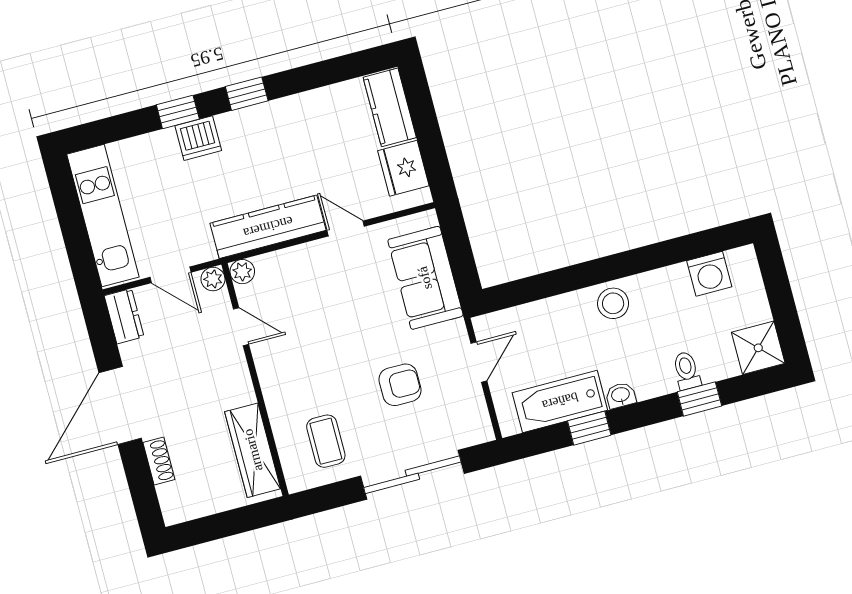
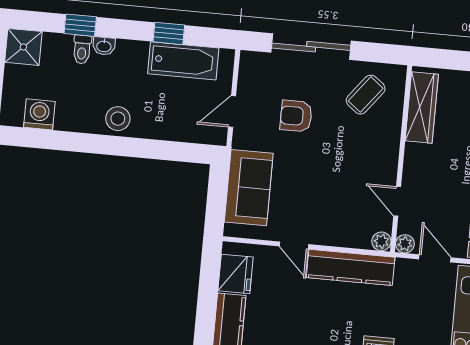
washbasin: (621, 395) -> (104, 46), moved
coffee table: (326, 441) -> (366, 95), turned 38

